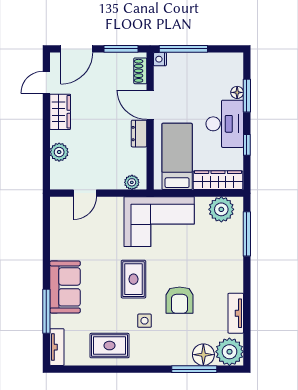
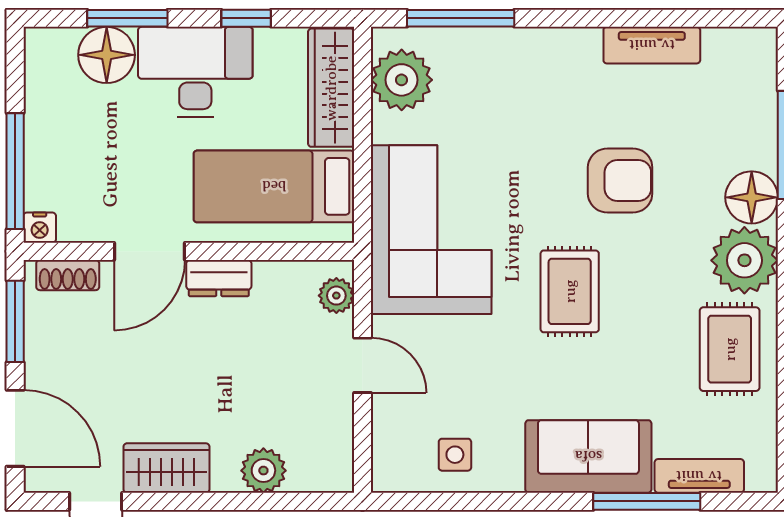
floor lamp: (237, 92) -> (107, 55), width x1.89, depth x1.89
door: (85, 193) -> (363, 365), moved
rug: (133, 279) -> (570, 291), turned 90
side table: (145, 321) -> (455, 455), moved
tv unit: (57, 347) -> (699, 476), moved
plant: (229, 352) -> (744, 260), moved
floor lamp: (203, 355) -> (752, 197), moved

